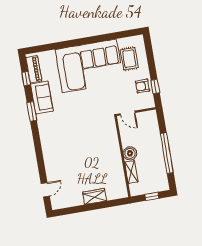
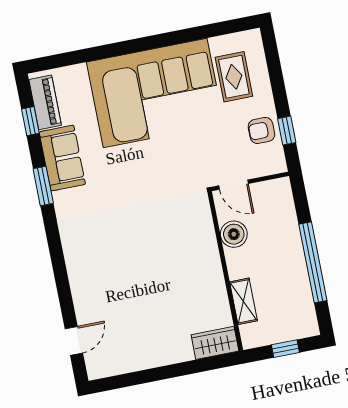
boiler: (130, 153) -> (234, 234), moved
wardrobe: (95, 196) -> (215, 343), moved

